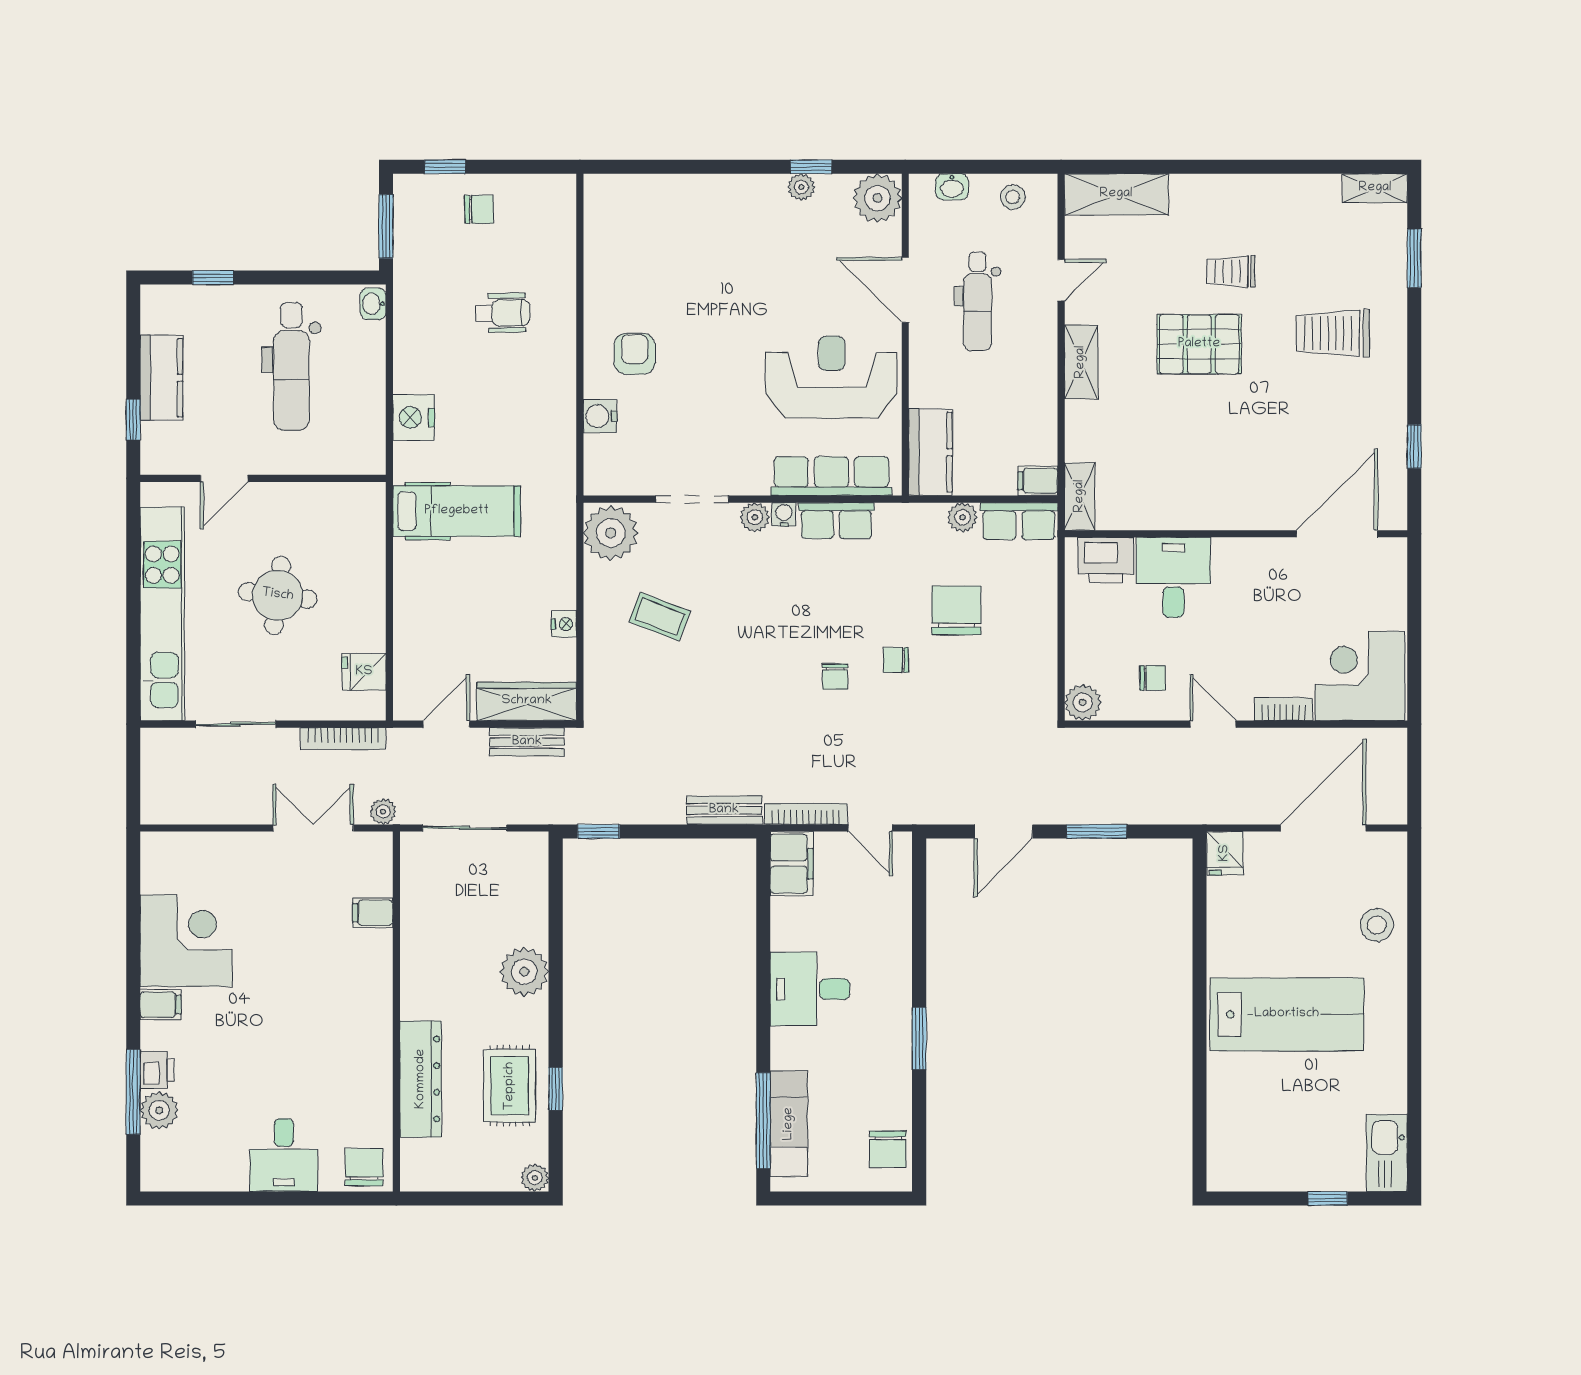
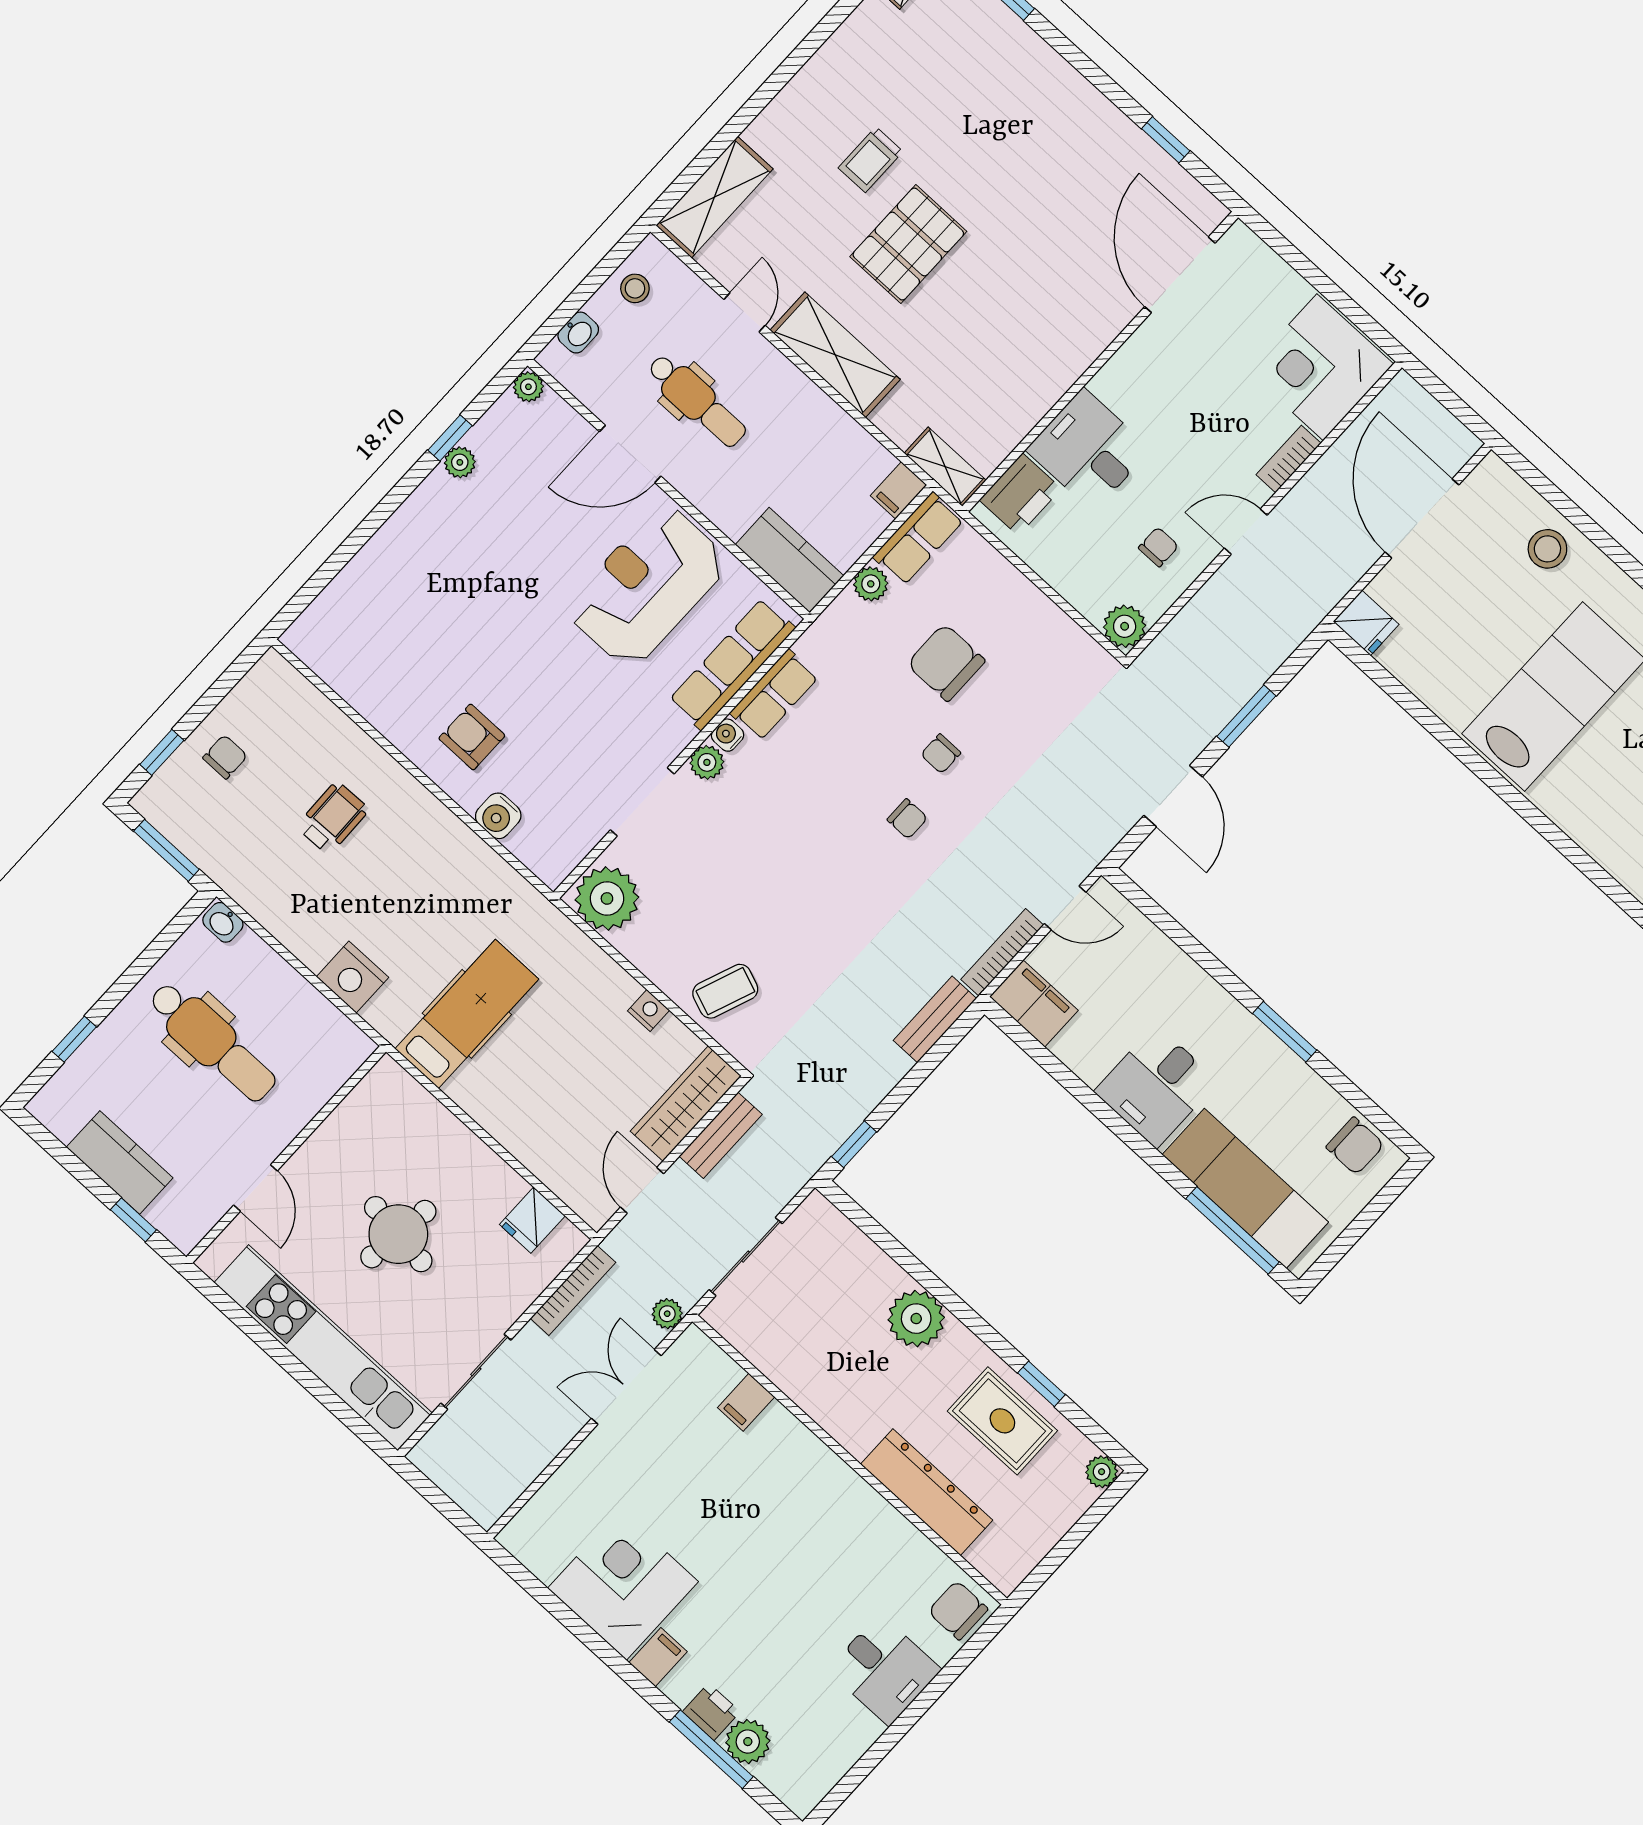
plant: (877, 198) -> (528, 387), width x0.53, depth x0.53
trolley: (1333, 333) -> (1004, 120), removed
shelving: (1081, 362) -> (835, 355), width x1.50, depth x1.33
coffee table: (660, 617) -> (725, 991), moved
exam couch: (789, 1124) -> (1245, 1188), width x1.36, depth x1.45

